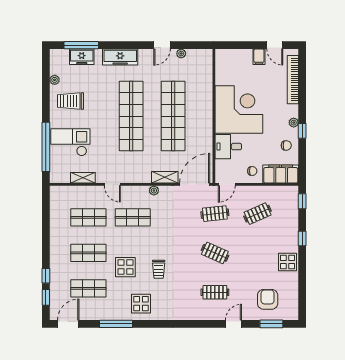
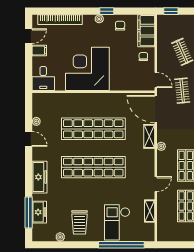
desk: (228, 147) -> (43, 78), moved

